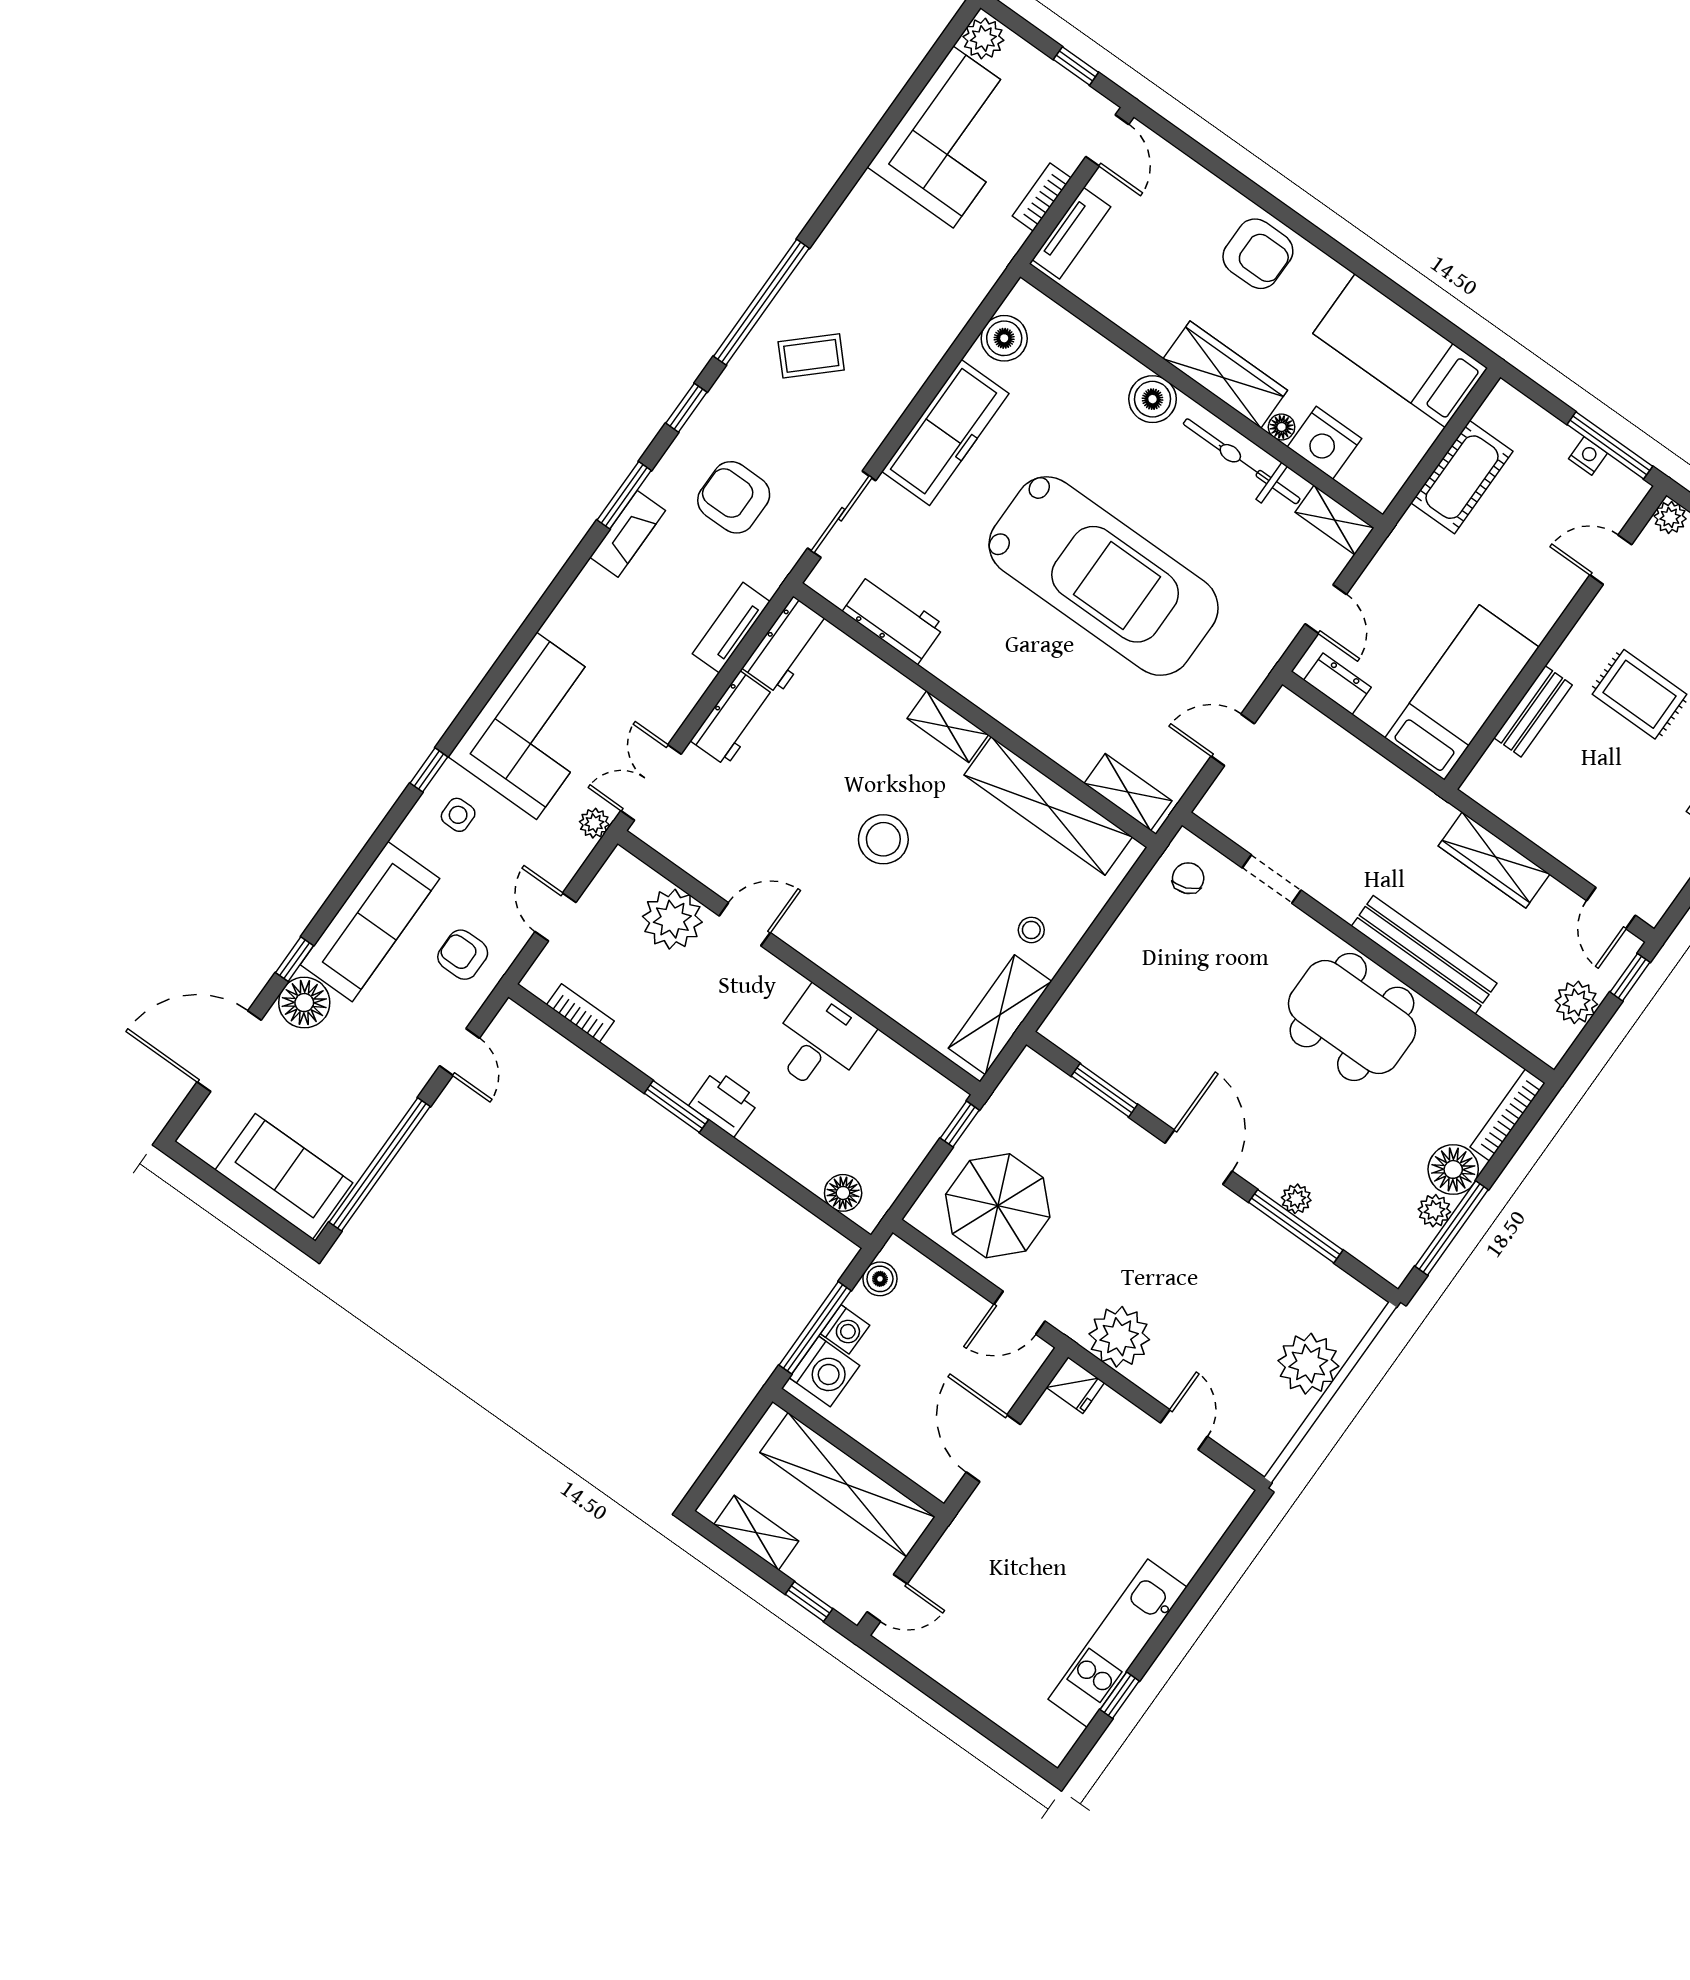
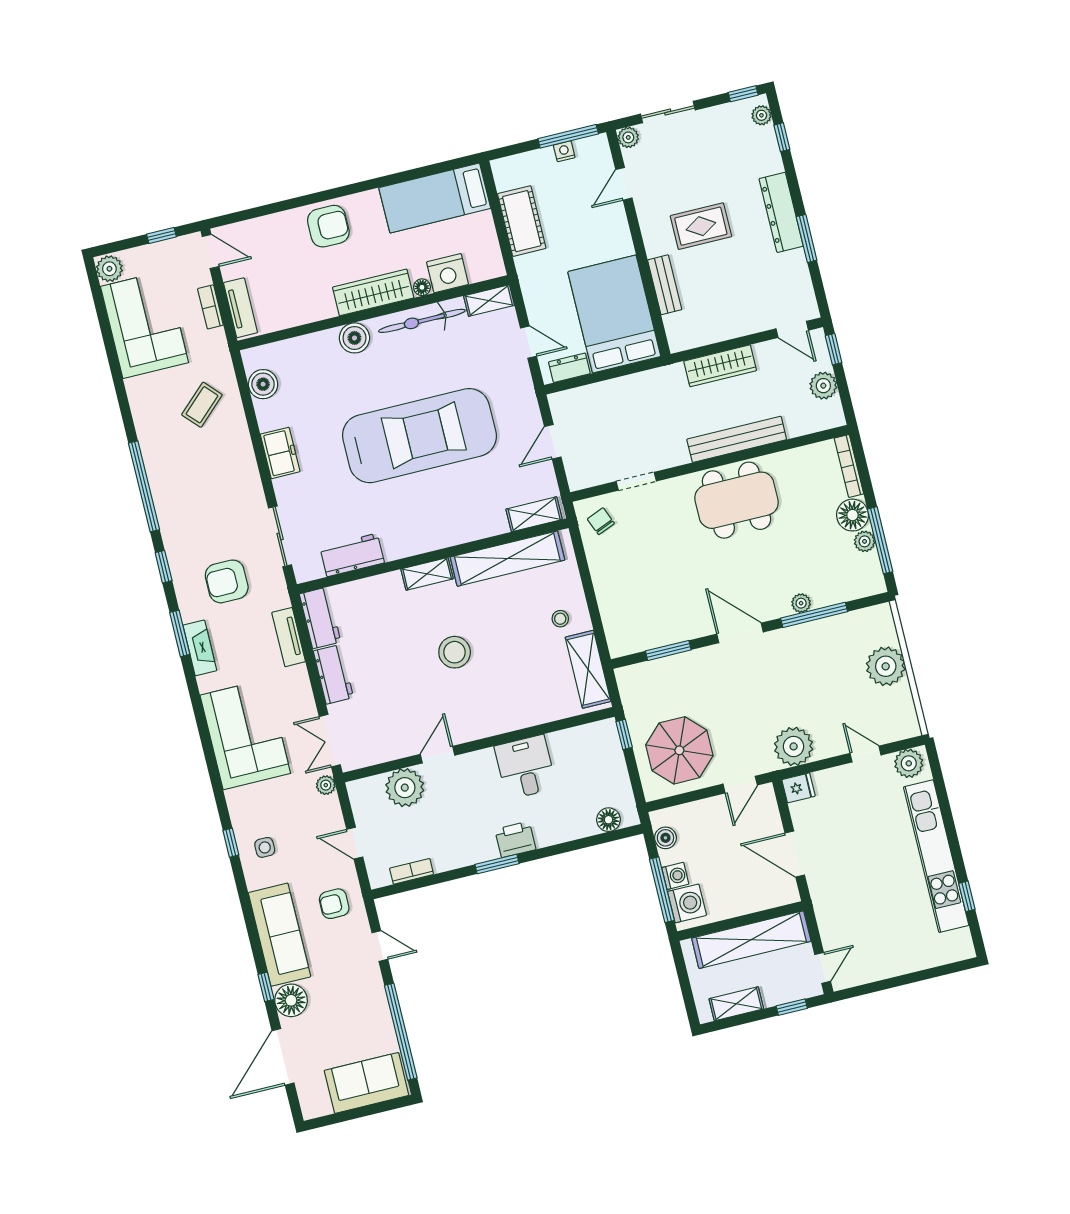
coffee table: (811, 356) -> (202, 405), moved
freezer: (945, 432) -> (280, 453), width x0.52, depth x0.79
bed: (1462, 692) -> (614, 314), width x1.50
corner sofa: (537, 726) -> (245, 734), moved
plant: (1217, 1490) -> (909, 763), added
kitchen unit: (1117, 1643) -> (936, 856), width x1.36

